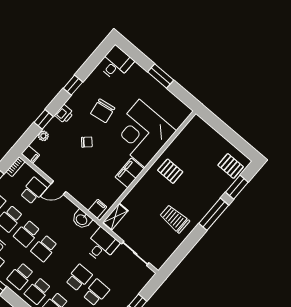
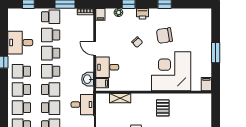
desk: (116, 63) -> (107, 67), moved, turned 180
filing cabinet: (130, 173) -> (206, 84), moved, width x0.50
school desk: (33, 191) -> (51, 89), moved
shelving: (115, 217) -> (120, 98), moved

